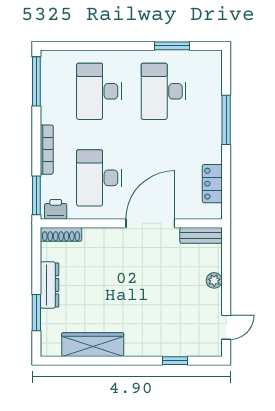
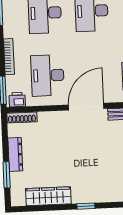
window: (175, 361) -> (86, 206), moved

